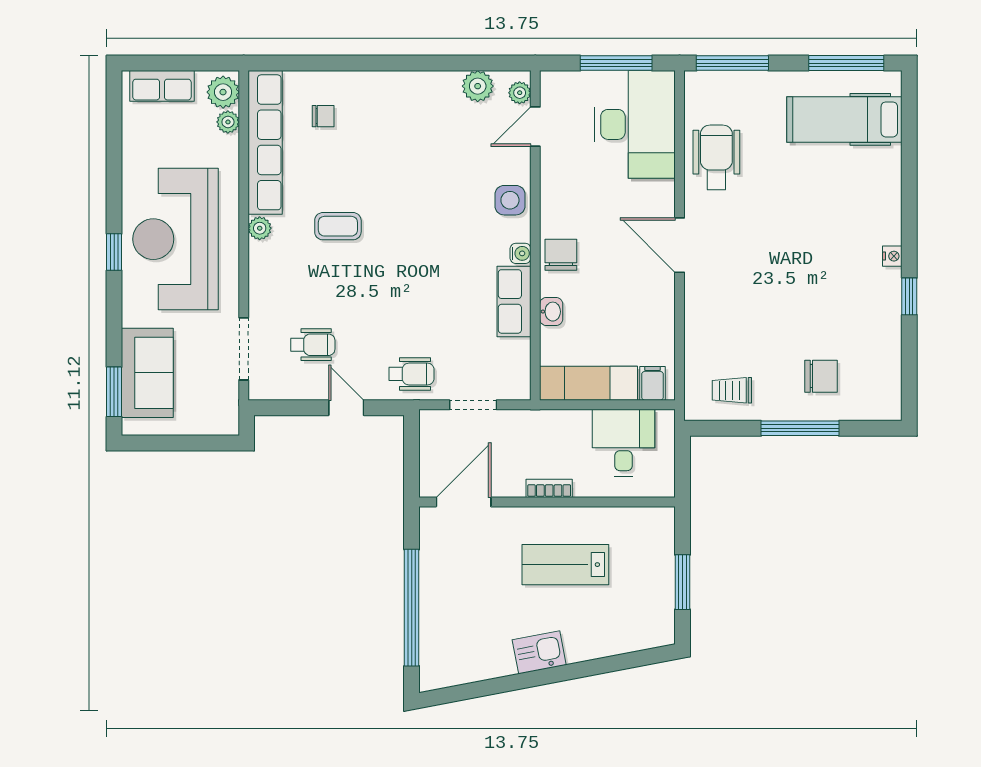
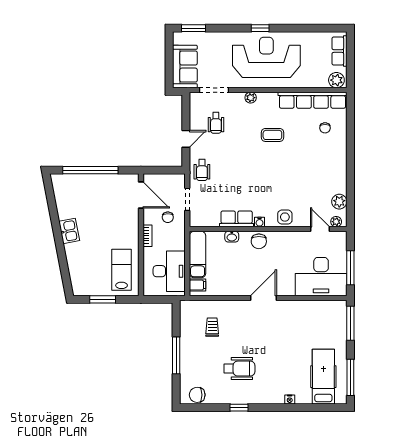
plant: (228, 122) -> (322, 82), removed
wheelchair: (716, 157) -> (239, 369), moved
coffee table: (338, 226) -> (272, 135), turned 90
plant: (260, 228) -> (251, 98), moved
chair: (561, 255) -> (259, 241), turned 90
nightstand: (892, 256) -> (290, 399), moved
sofa: (147, 373) -> (185, 67), moved, turned -90
chair: (821, 376) -> (197, 395), moved, turned 90
trolley: (732, 390) -> (212, 327), moved
desk: (623, 443) -> (169, 271), width x1.37
chair: (510, 446) -> (168, 217), added
lab bench: (565, 565) -> (122, 270), moved

